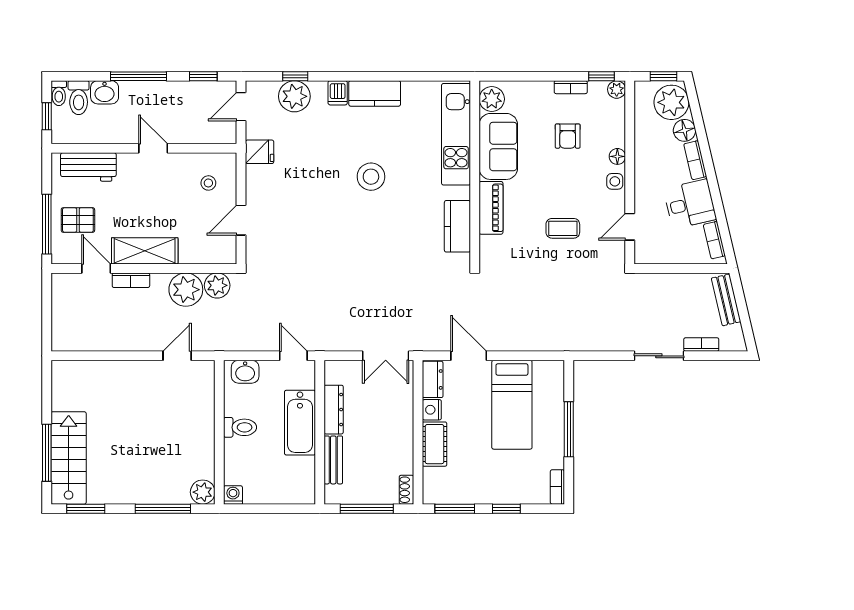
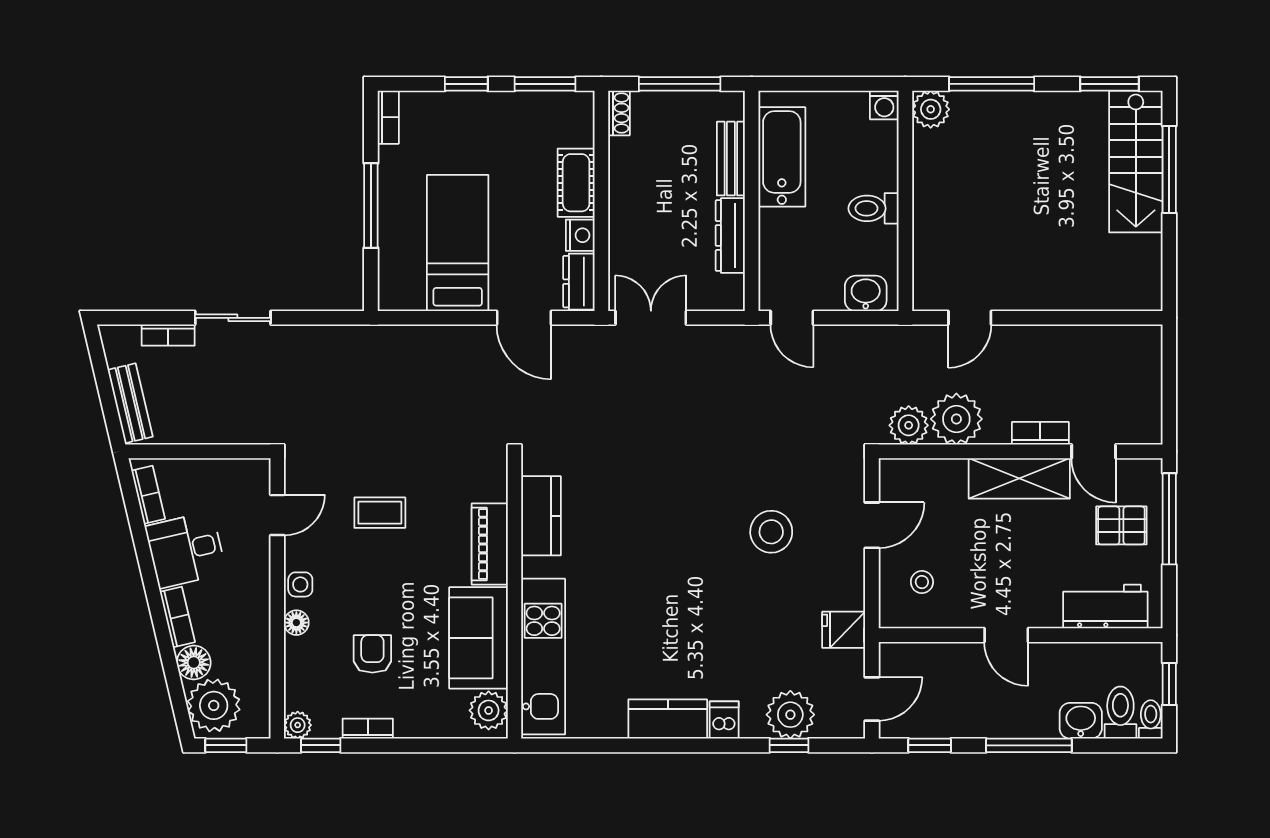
stool: (371, 177) -> (771, 532), moved
bathtub: (300, 423) -> (782, 157), moved

